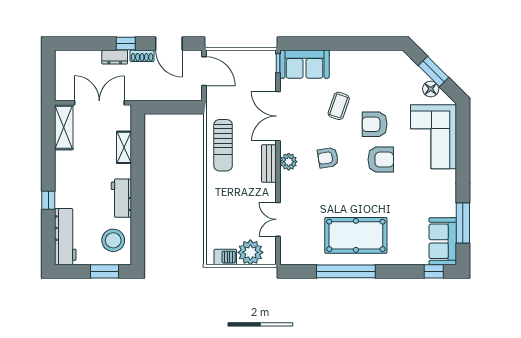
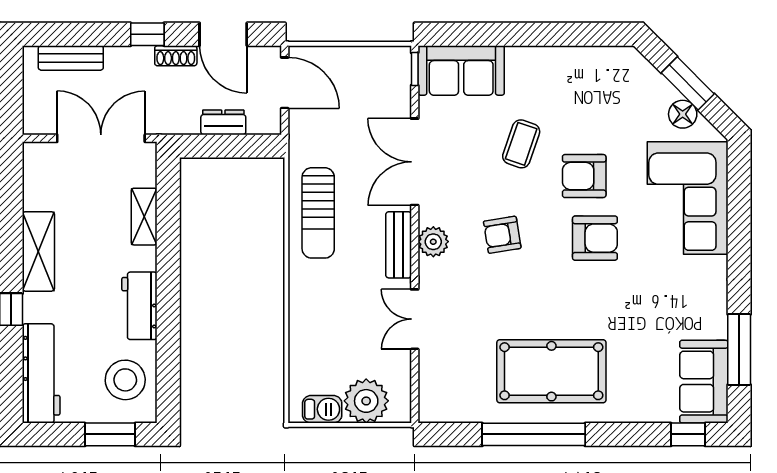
bench: (82, 57) -> (71, 58), added
dresser: (115, 57) -> (223, 122), moved, turned 180
shelving: (64, 127) -> (38, 251), moved
double door: (278, 219) -> (415, 319), moved

